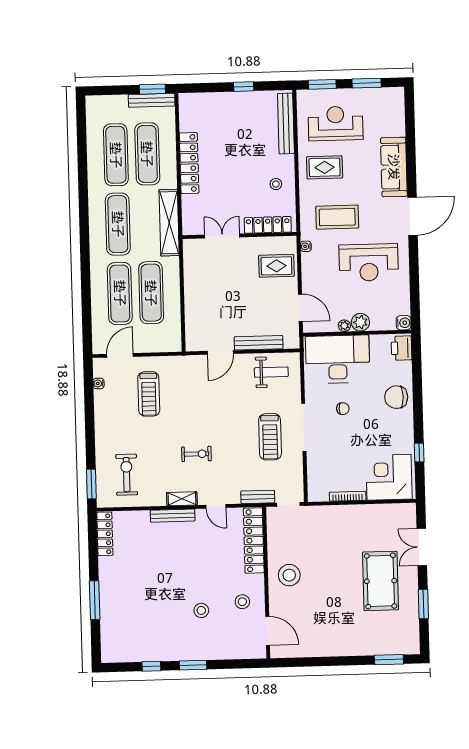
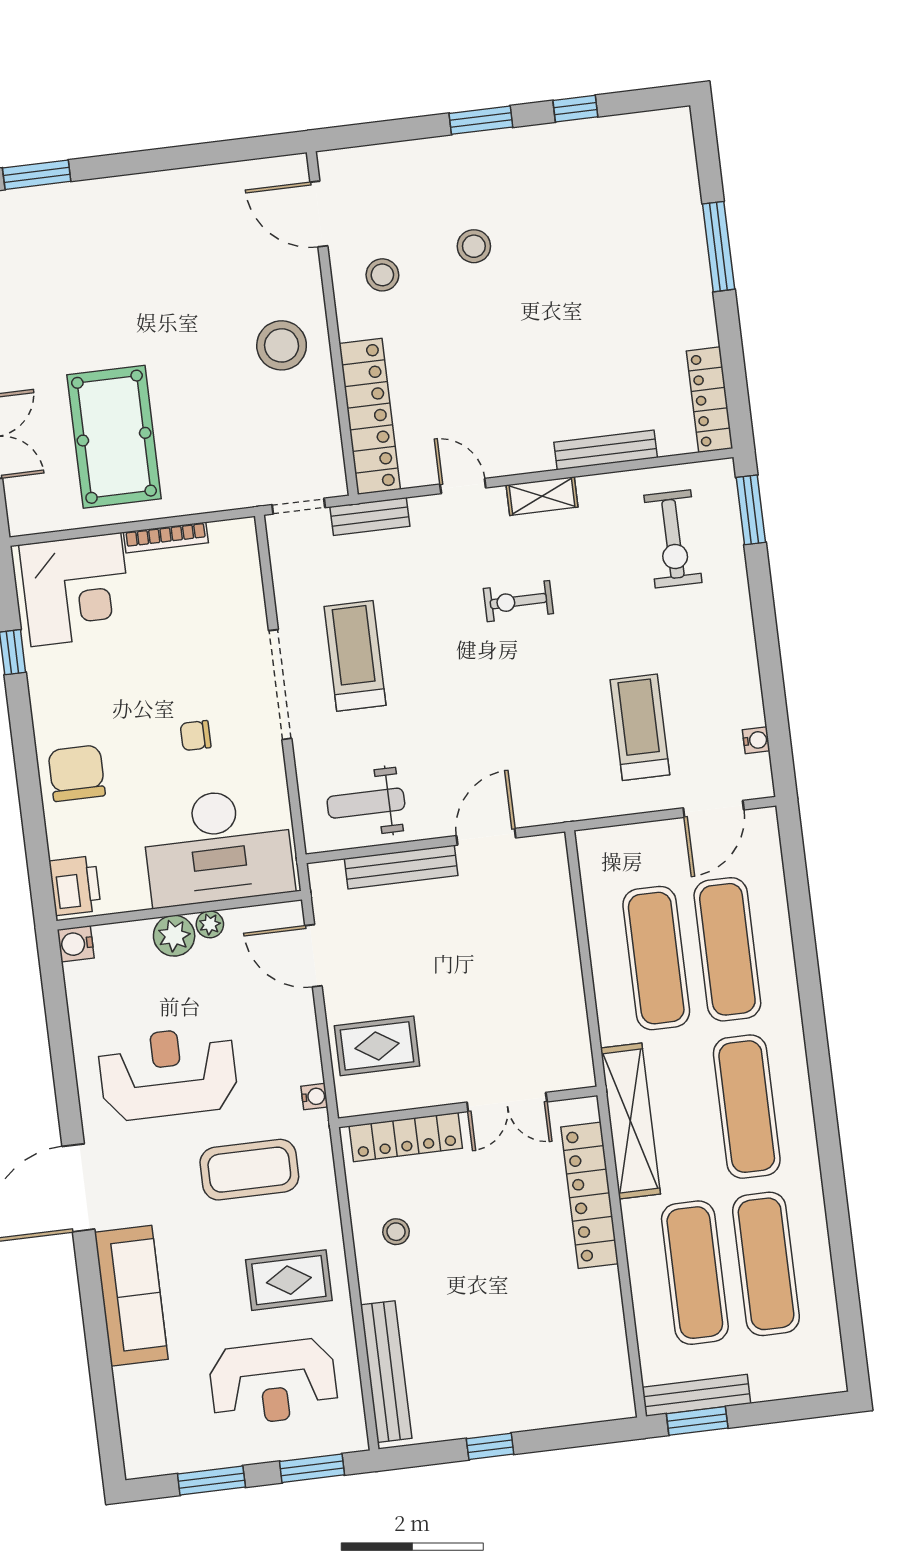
locker: (189, 163) -> (590, 1195), moved
chair: (396, 397) -> (77, 773), turned -90
bench: (173, 516) -> (606, 450), moved
pool table: (381, 581) -> (114, 437), moved

